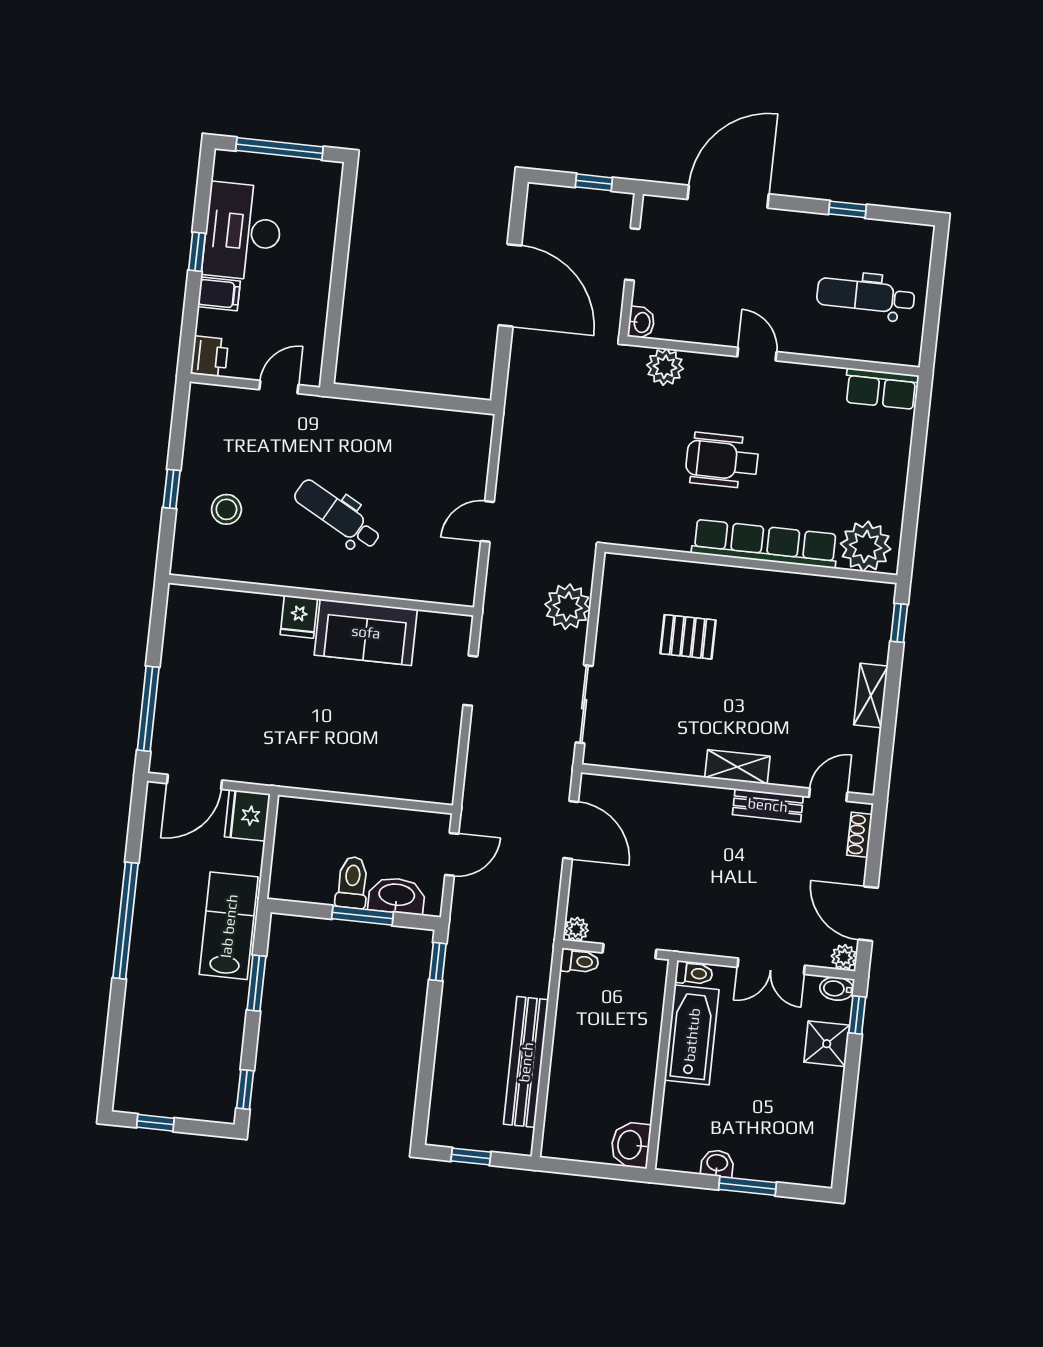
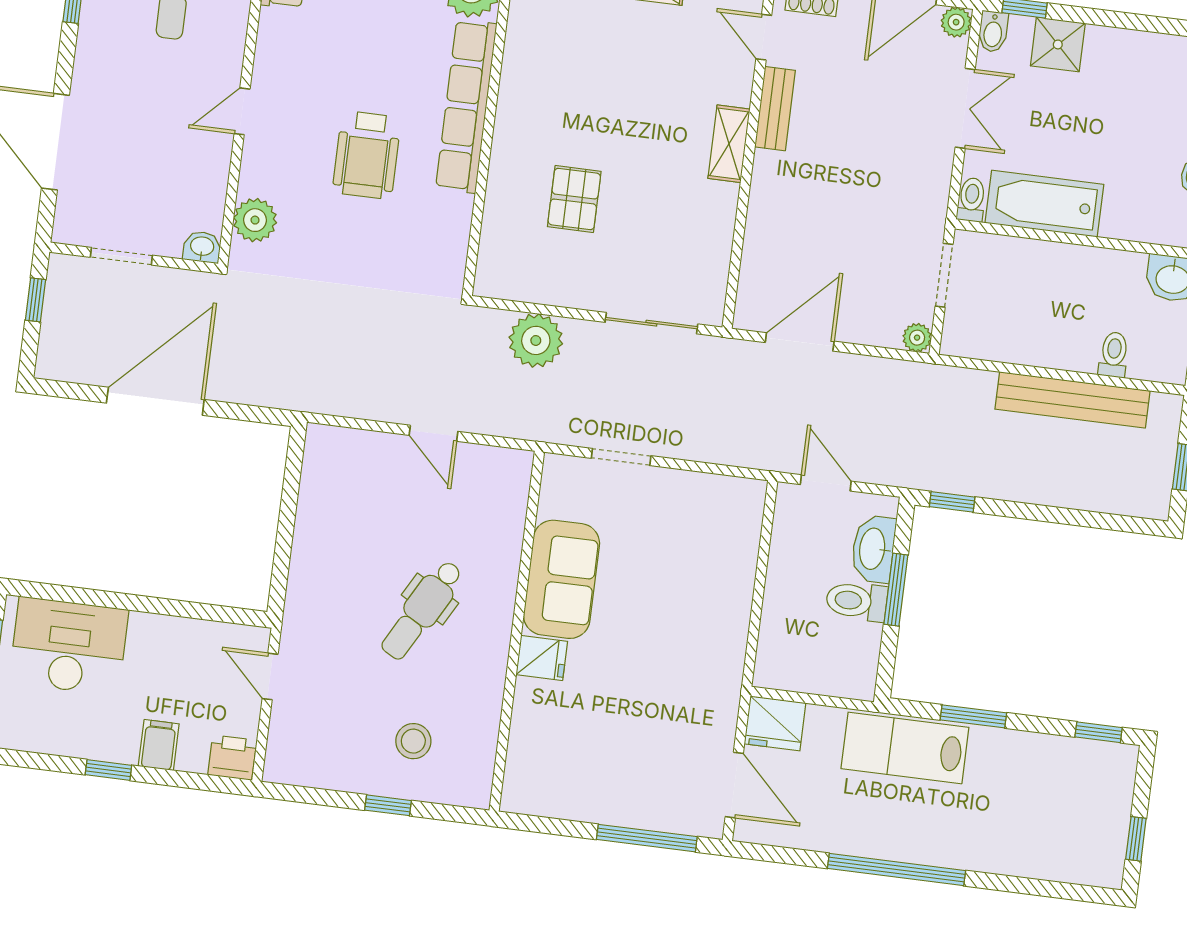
desk: (243, 232) -> (69, 646), moved, turned 180
toilet: (579, 961) -> (1114, 355), moved

